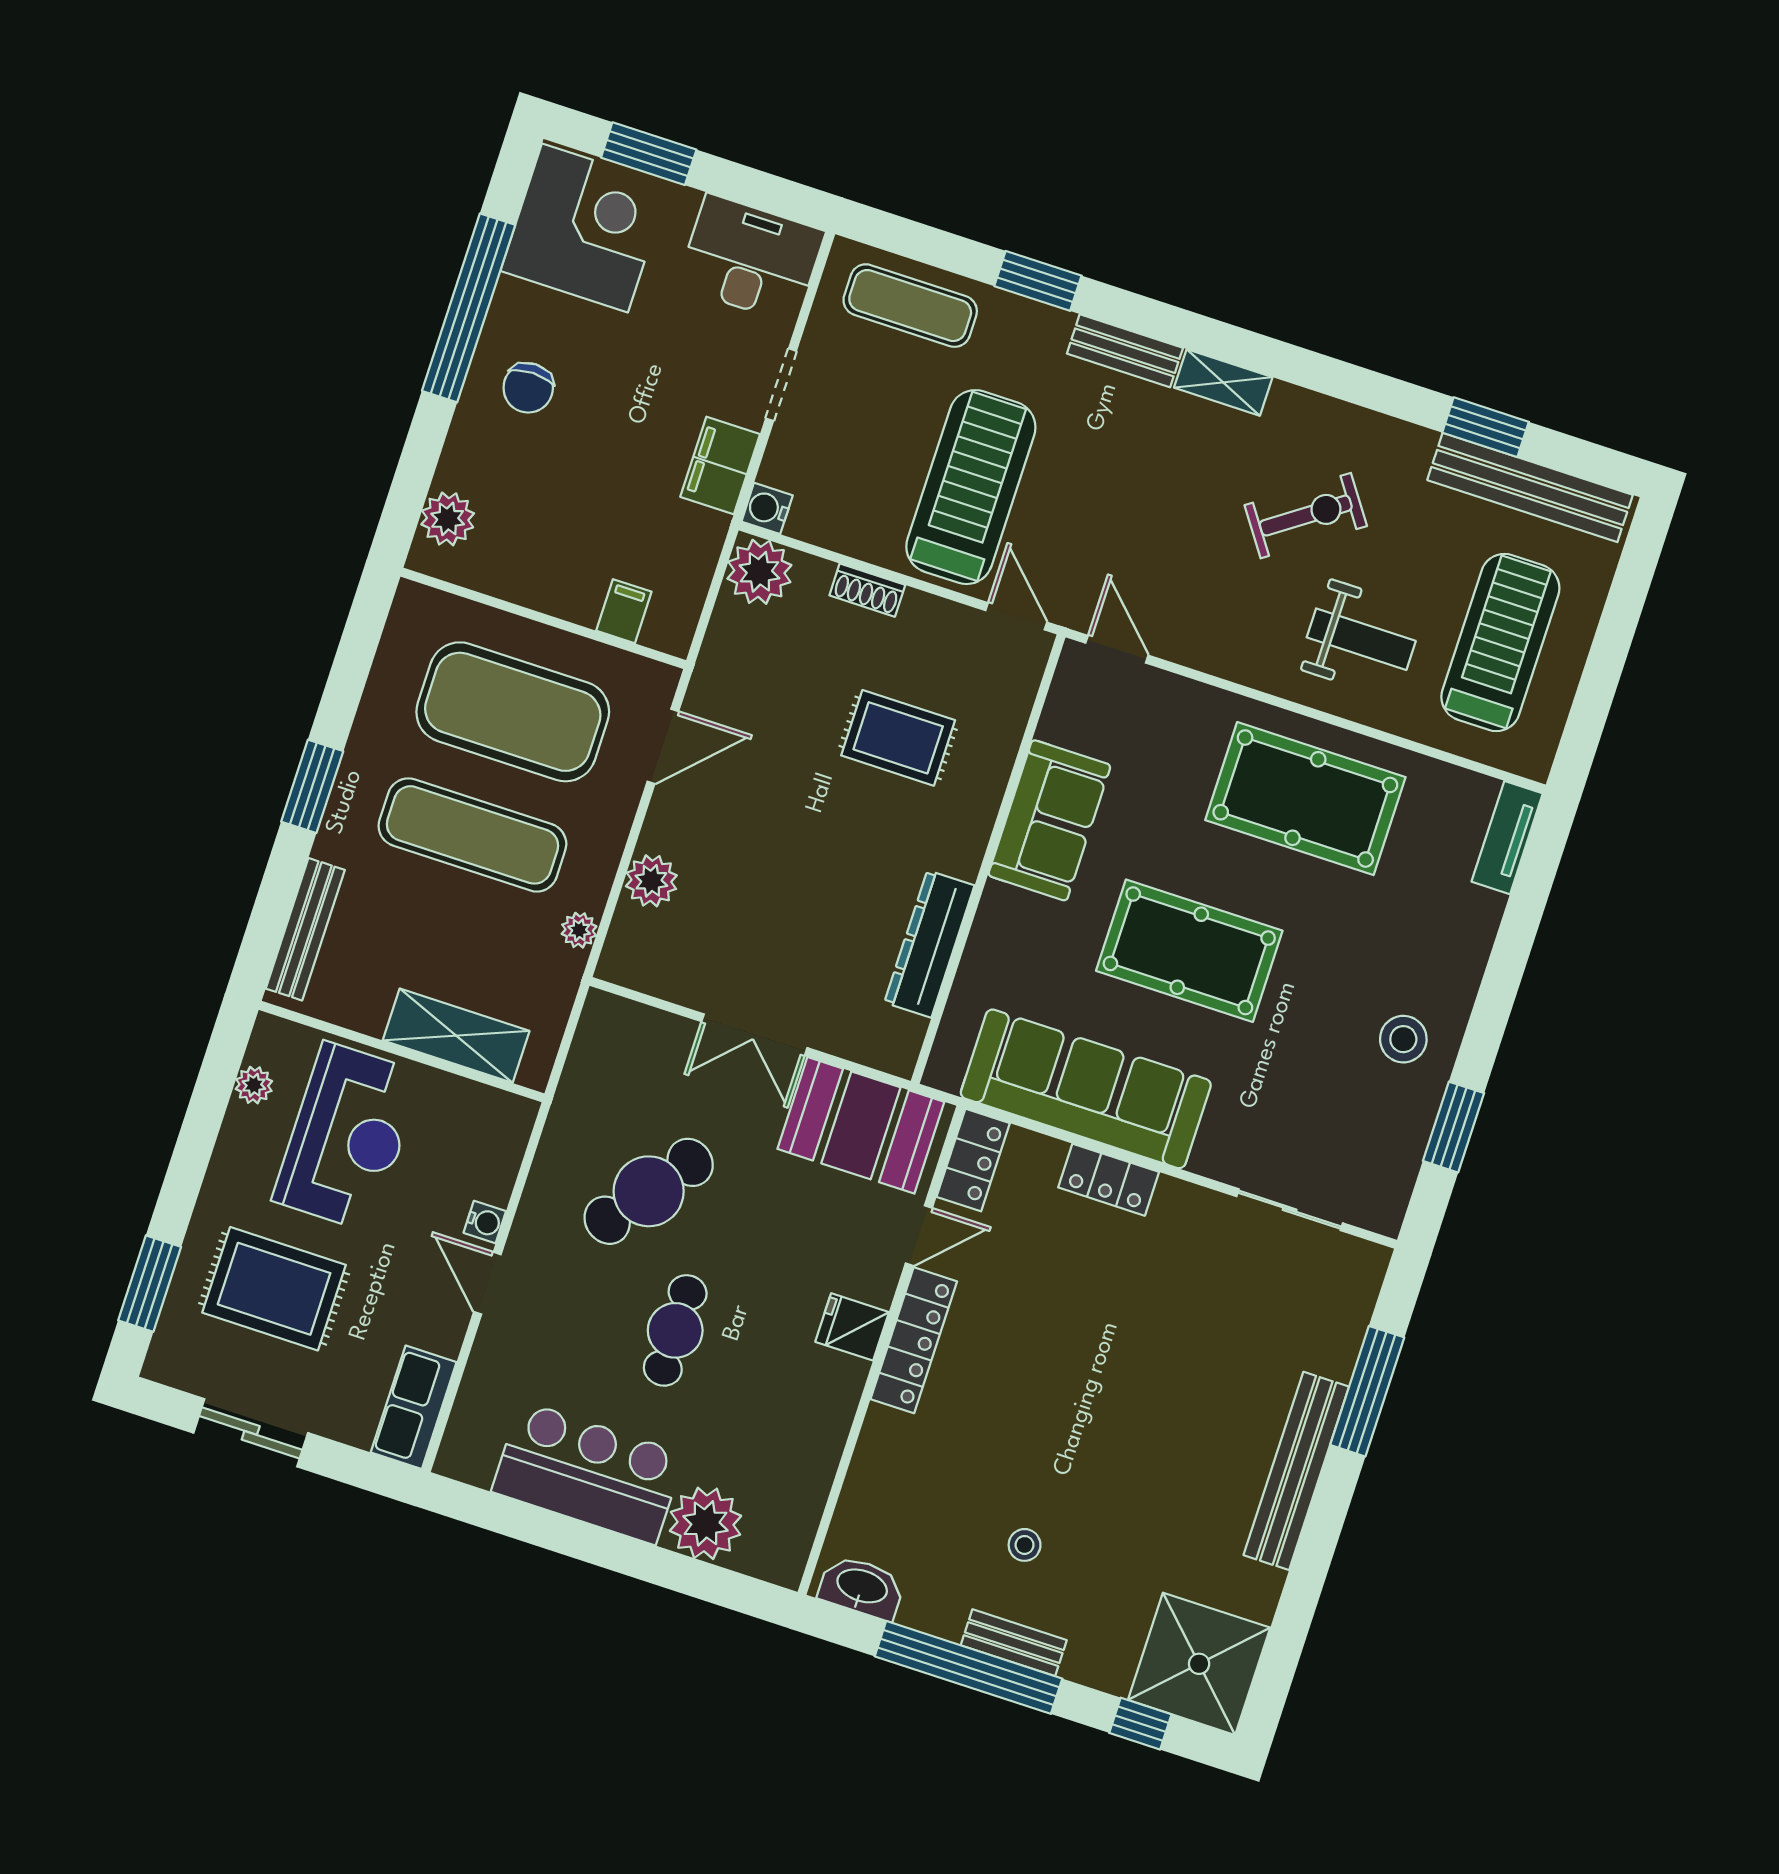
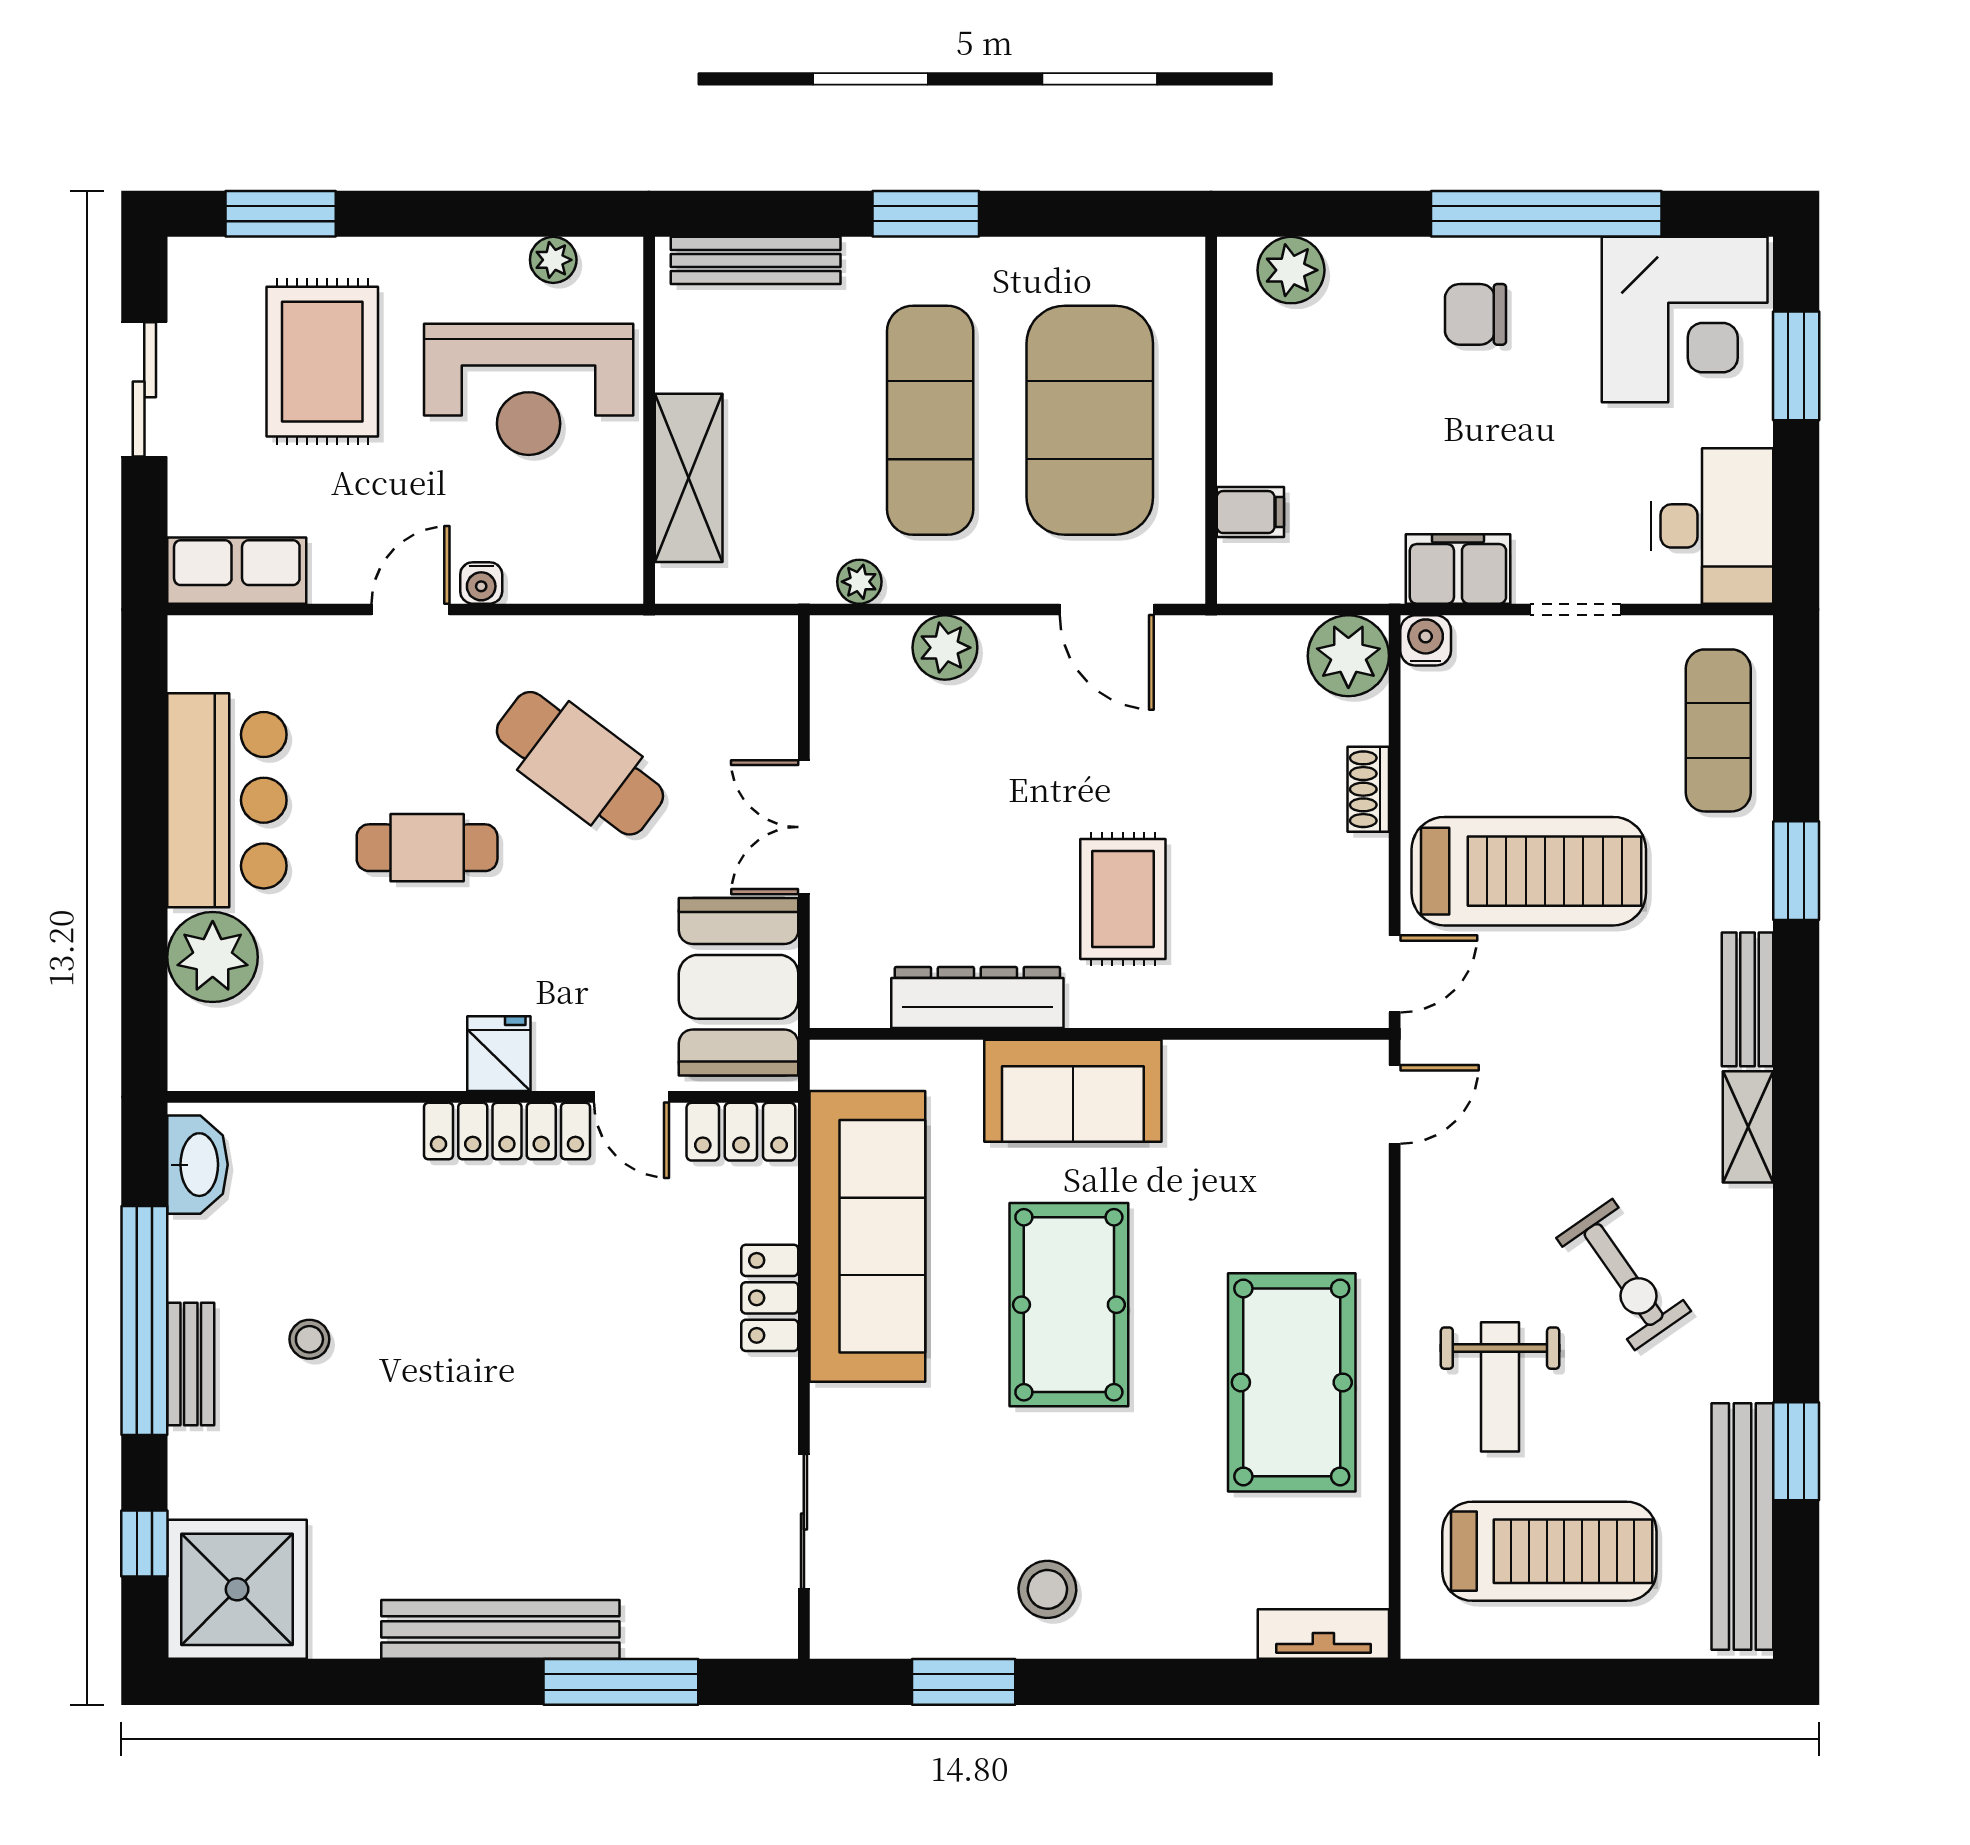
rug: (898, 738) -> (1123, 899), moved
sofa: (1049, 820) -> (1073, 1091), moved

